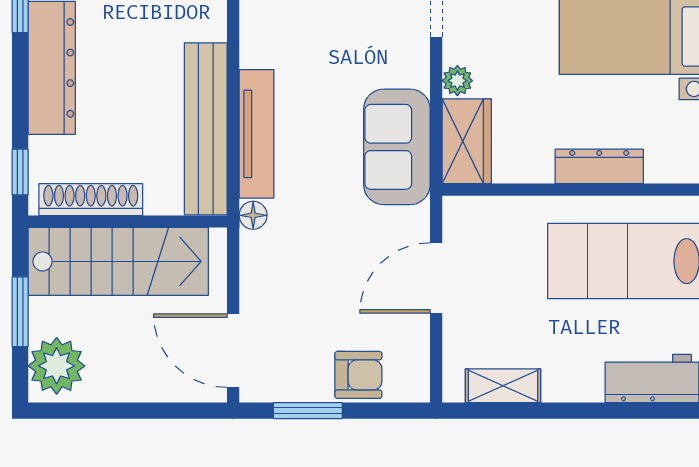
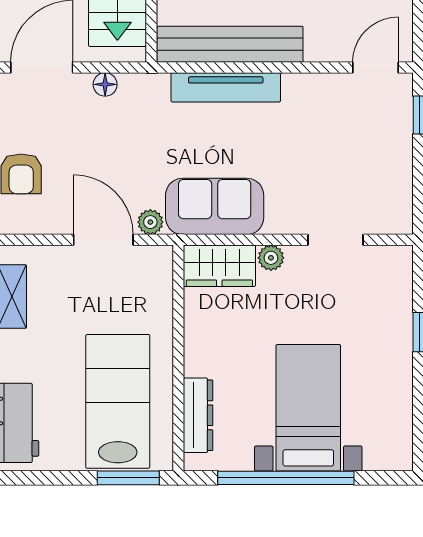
dresser: (599, 166) -> (198, 415), moved
floor lamp: (253, 215) -> (105, 84), moved
plant: (415, 223) -> (150, 222), added

